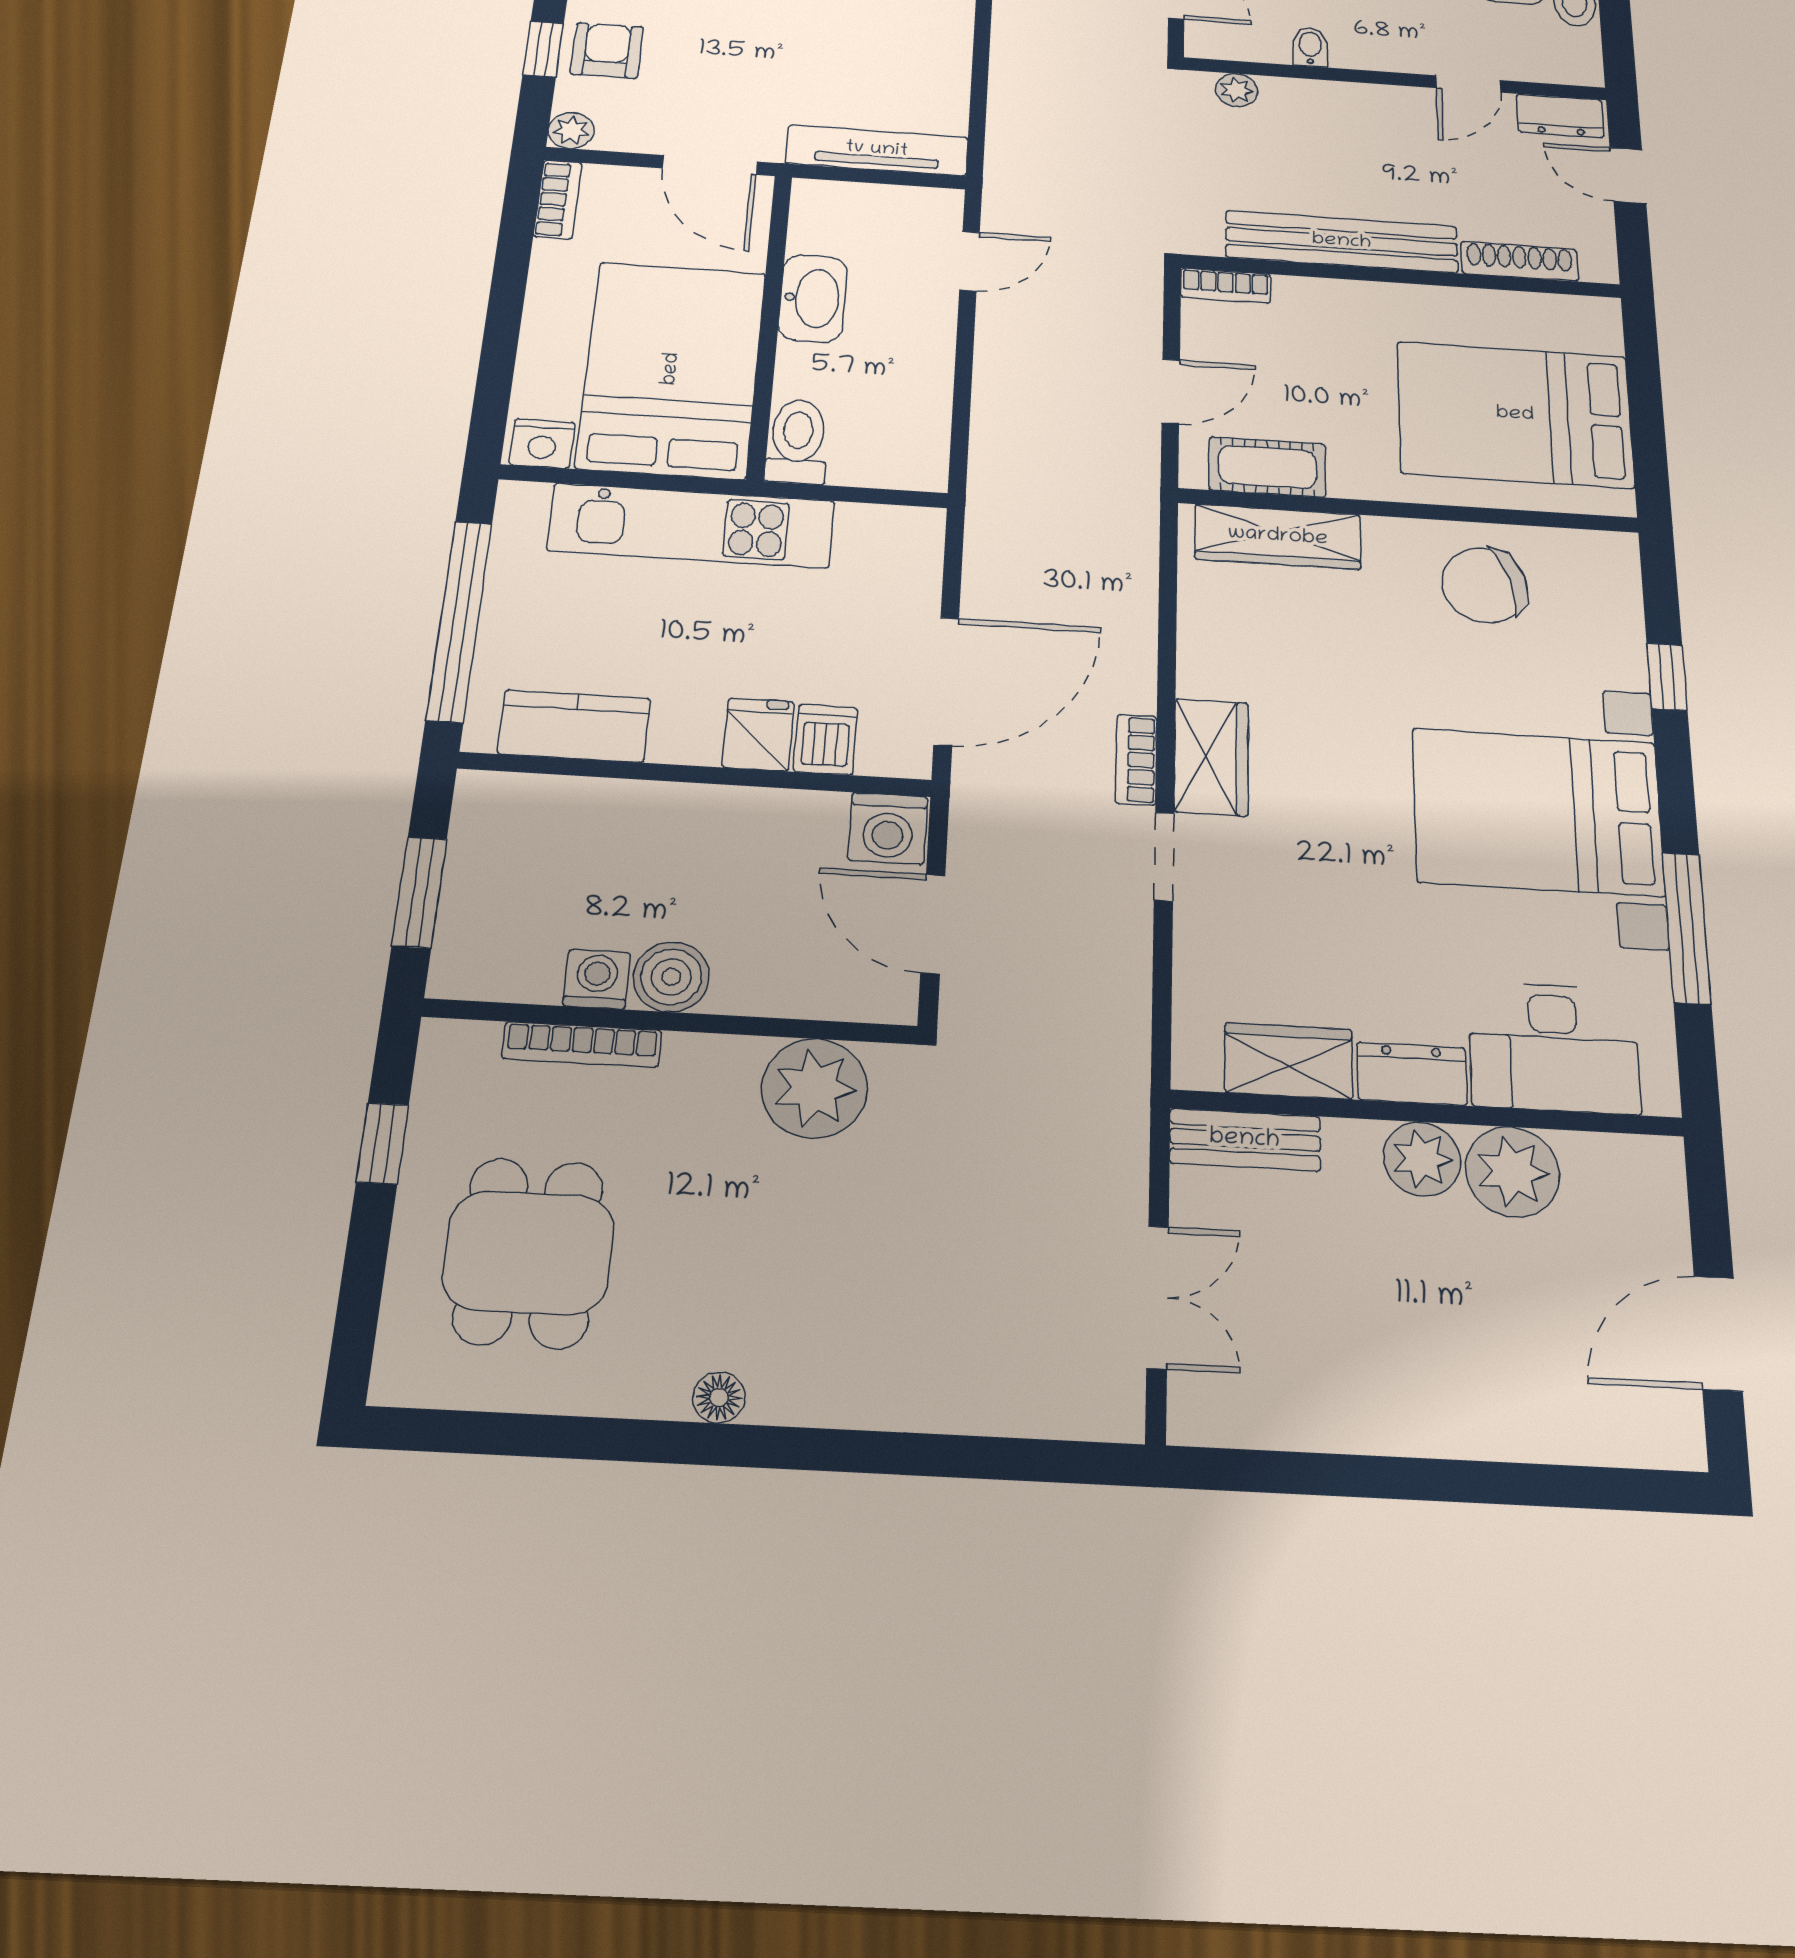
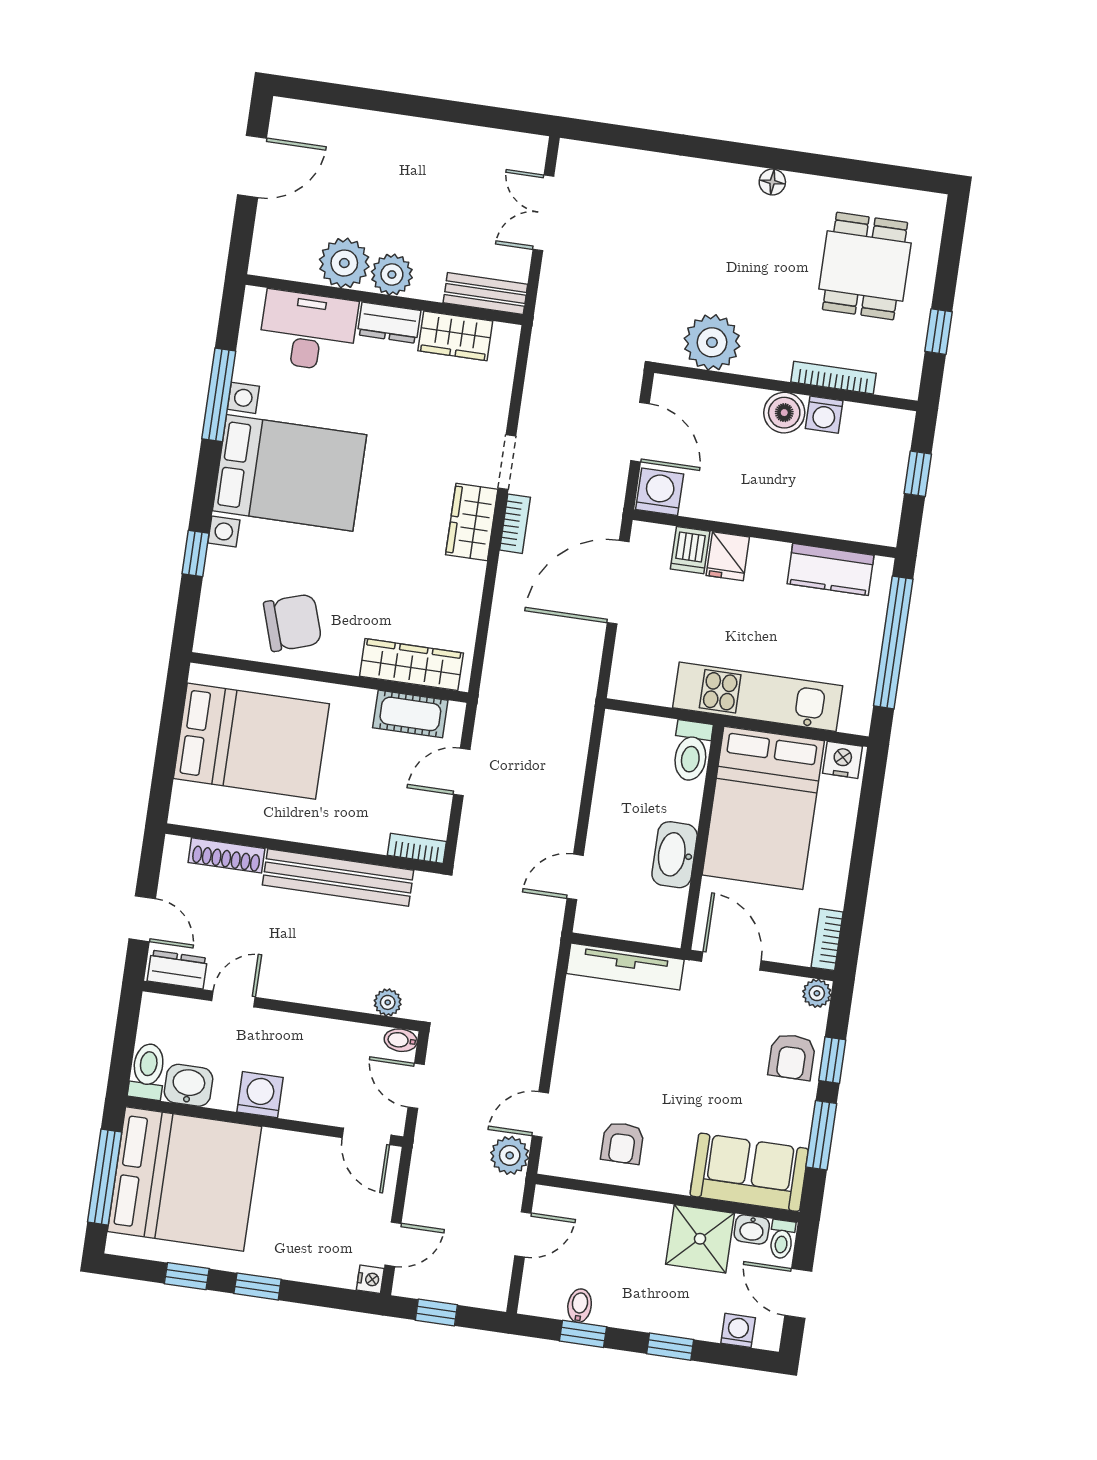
bidet: (1310, 47) -> (401, 1040), moved, turned 90
window: (419, 892) -> (918, 474), width x0.67

